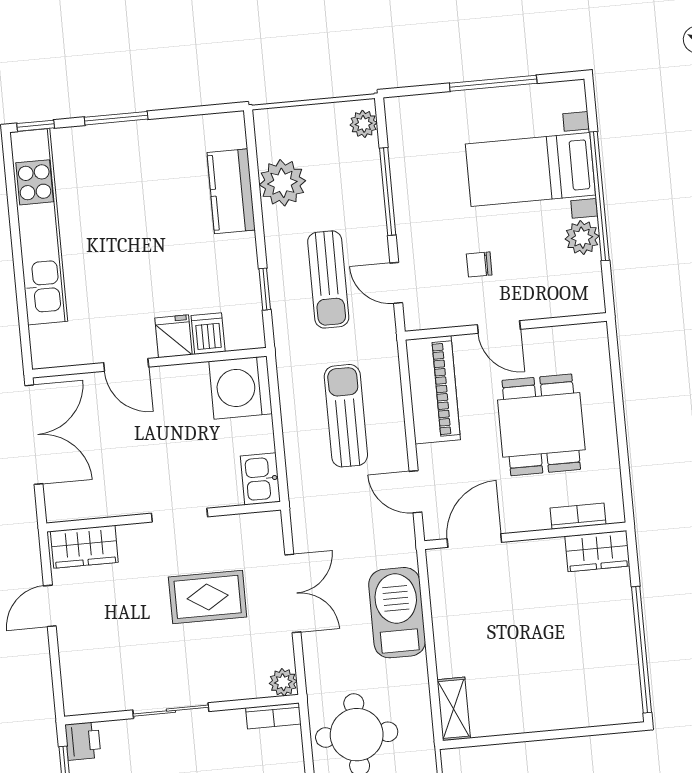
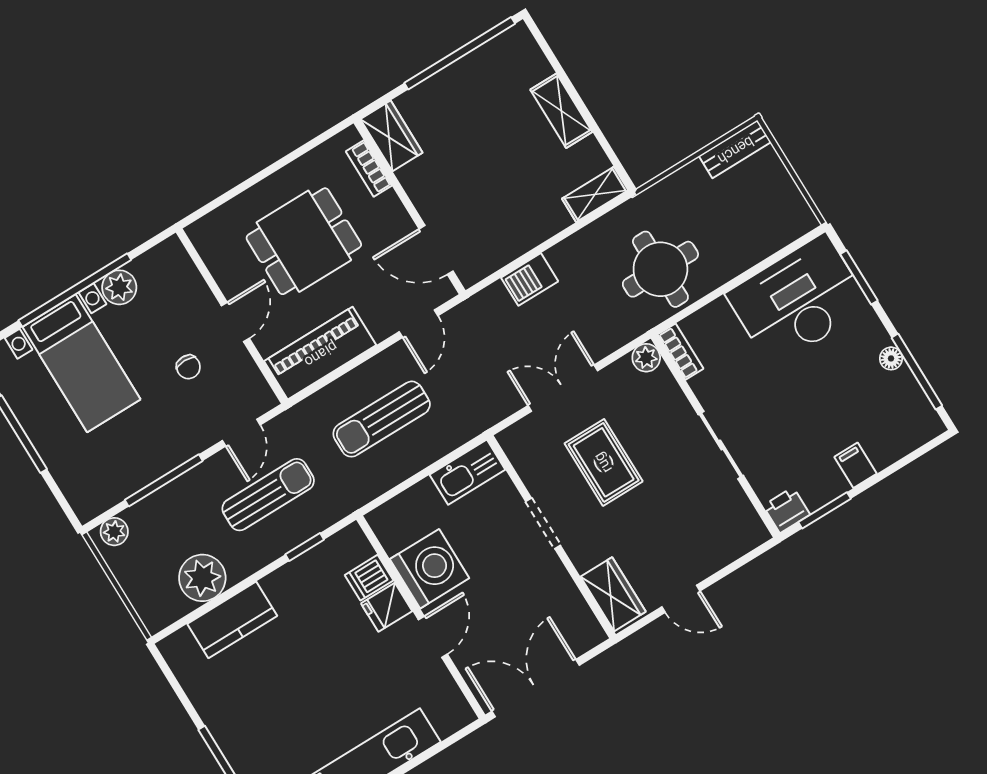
washing machine: (241, 388) -> (430, 569), moved, turned -90
kitchen sink: (260, 479) -> (467, 472), width x1.38
barbecue: (397, 613) -> (530, 279), width x0.53, depth x0.65
shelving: (544, 716) -> (561, 111), added

